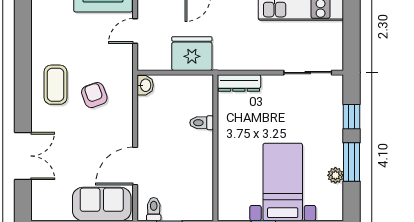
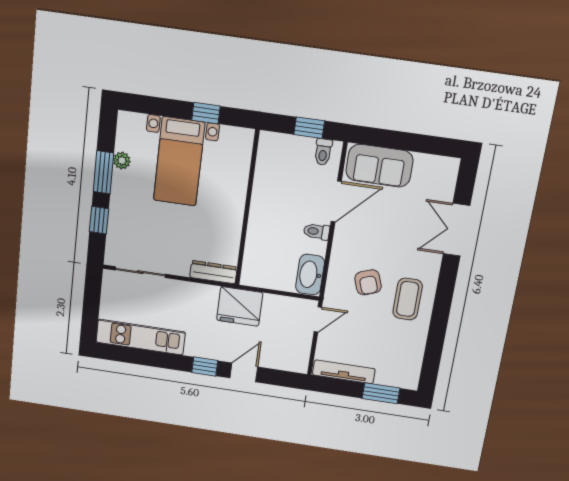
door: (135, 31) -> (318, 319), moved
fridge: (192, 54) -> (240, 306), moved
washbasin: (145, 85) -> (310, 275), width x1.91, depth x1.45
toilet: (202, 123) -> (317, 232), moved, turned 180

